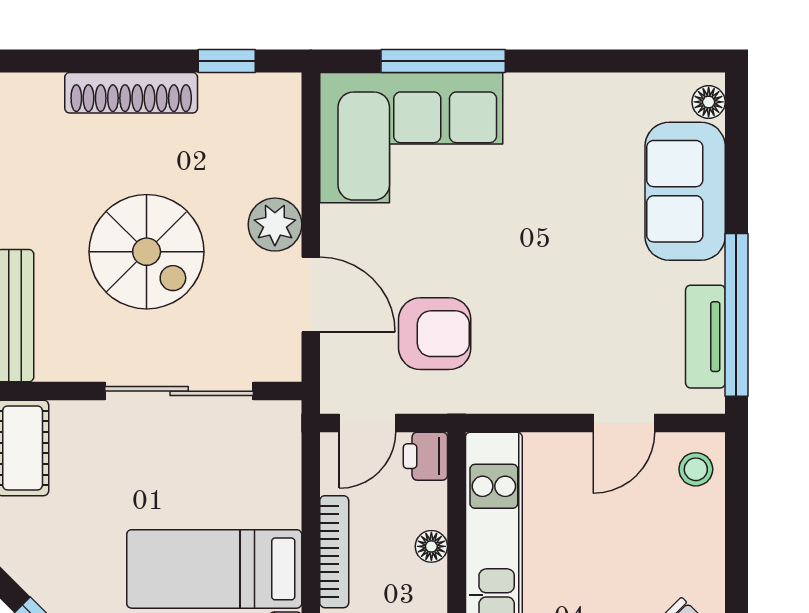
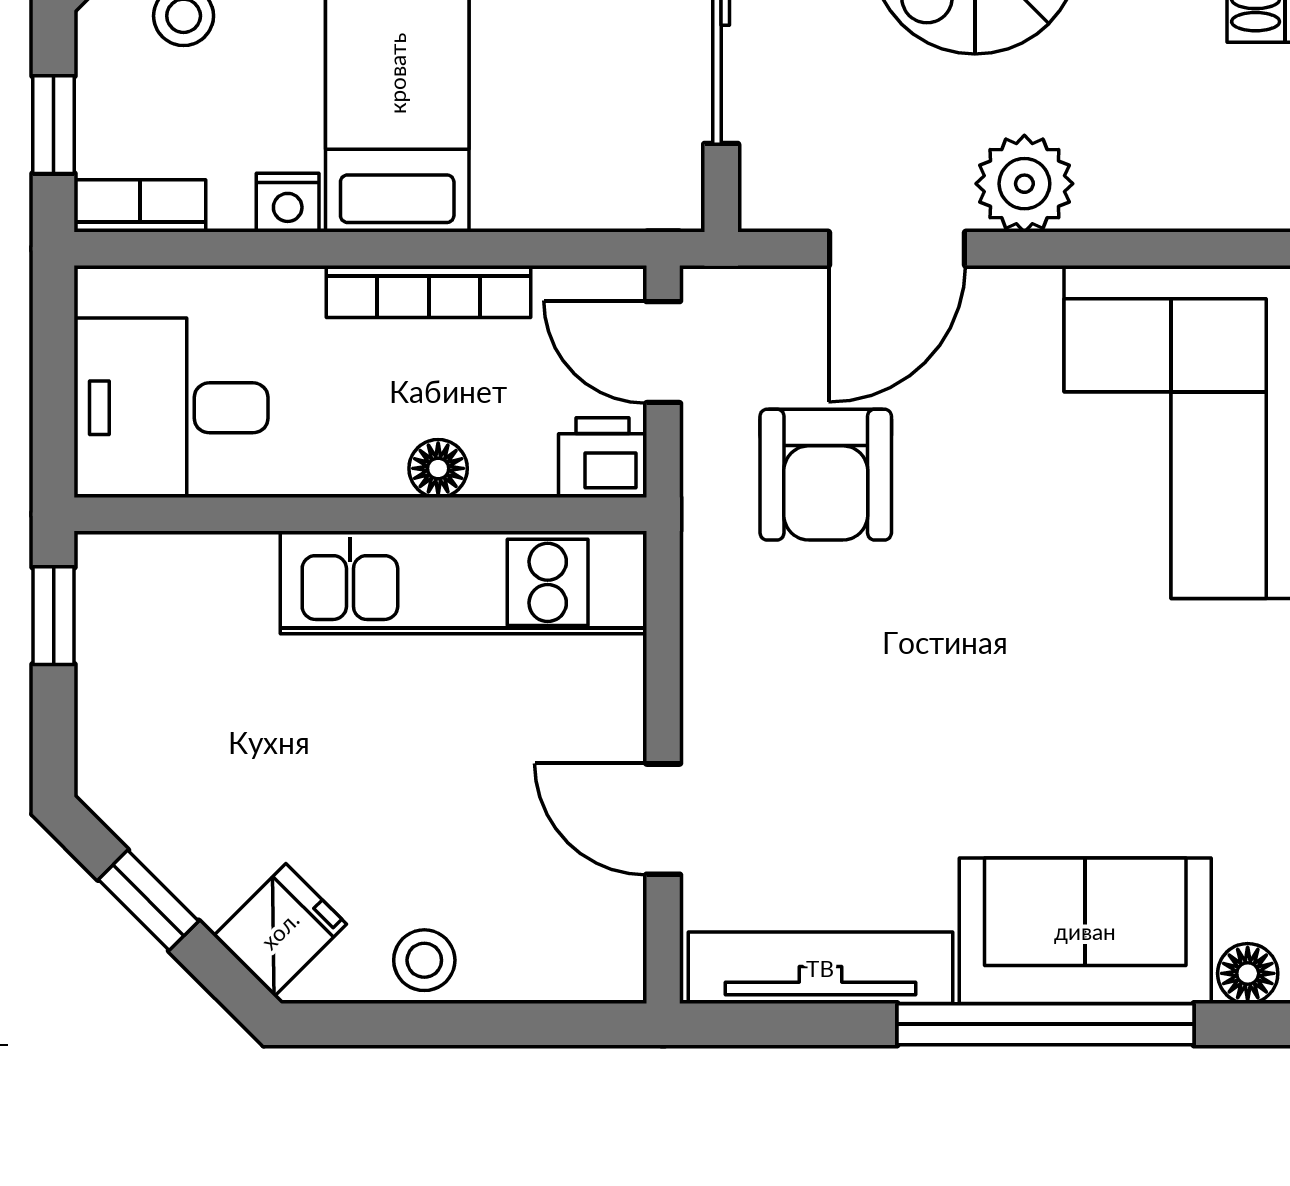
window: (736, 315) -> (1046, 1024), moved
tv unit: (705, 337) -> (820, 968), width x1.41
stool: (696, 469) -> (424, 960), moved

